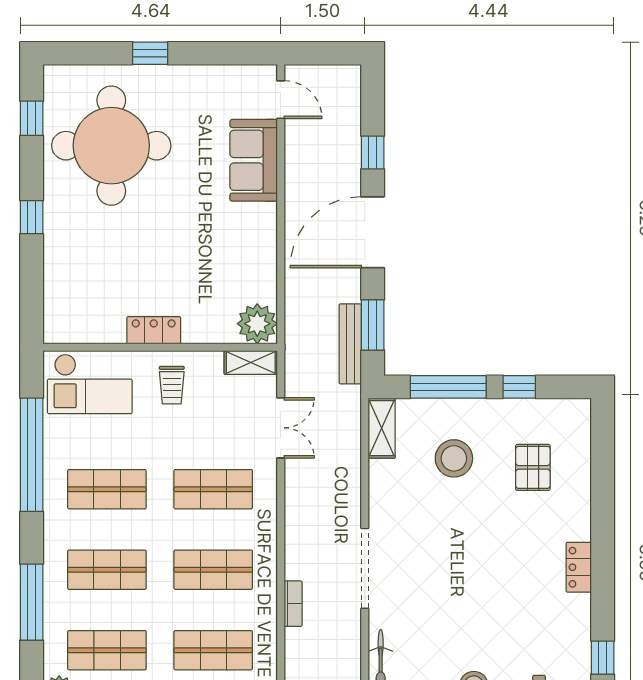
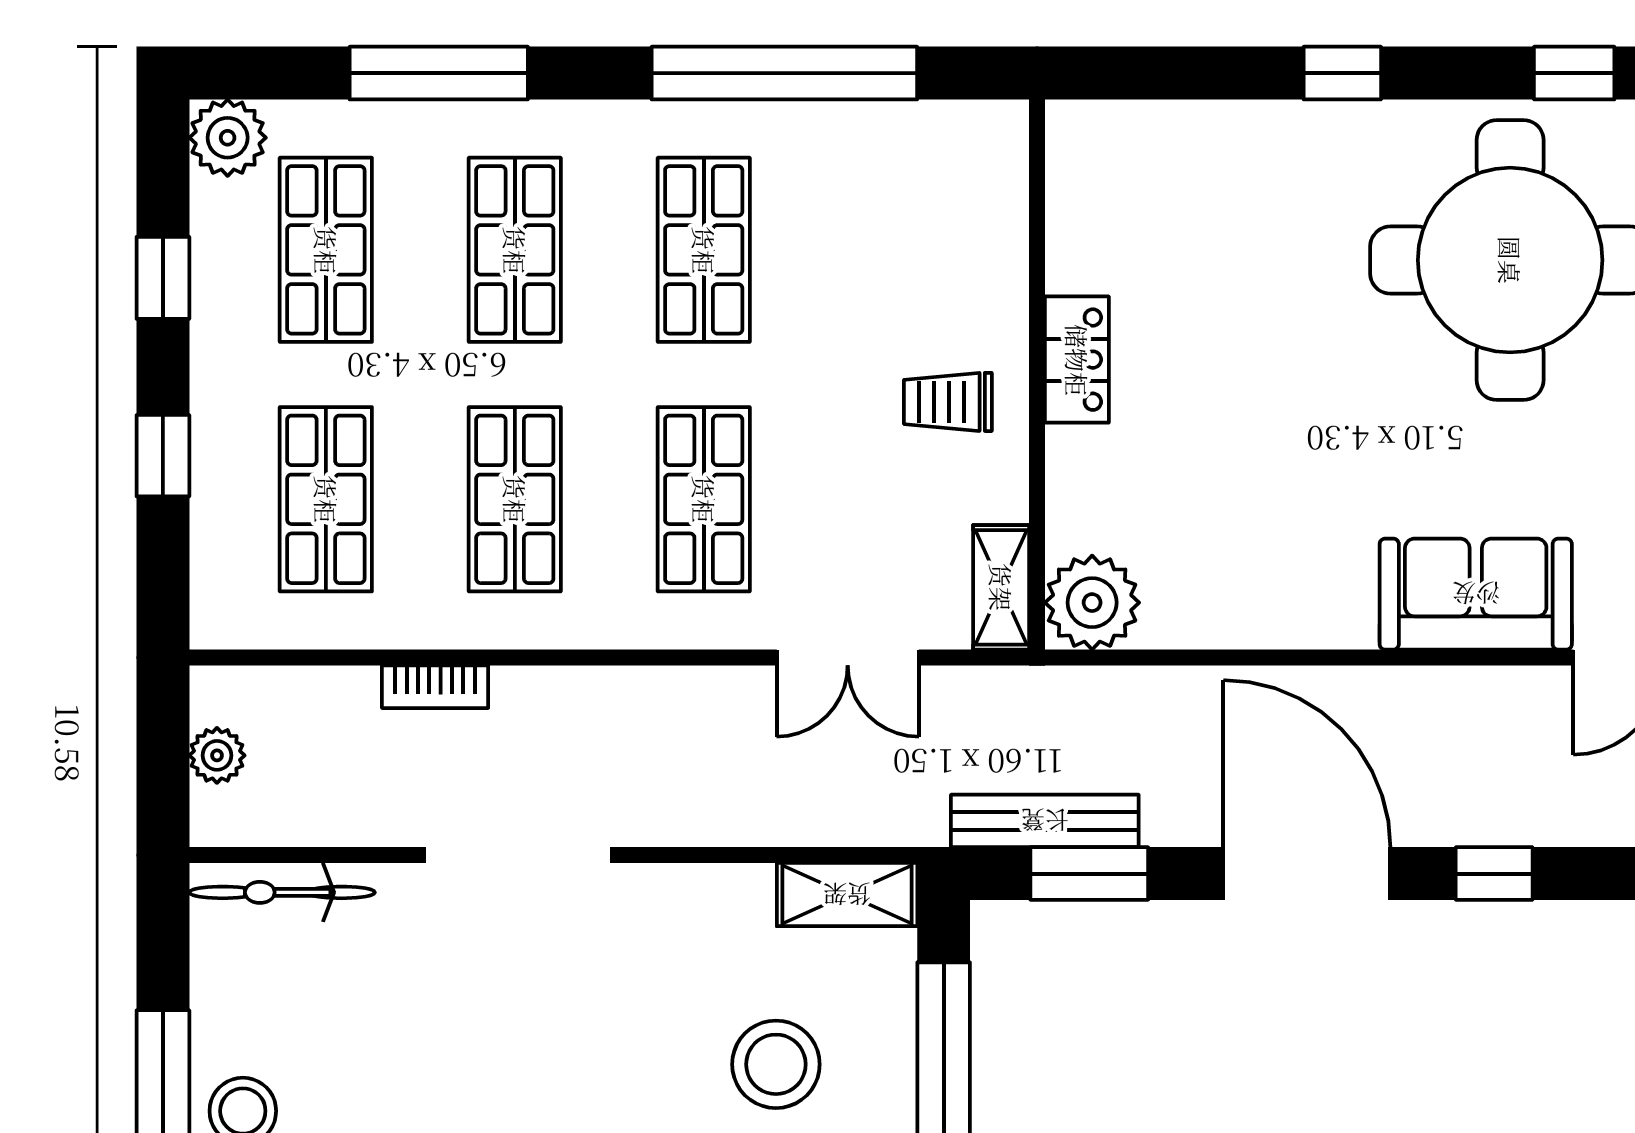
checkout: (90, 384) -> (951, 210), removed

